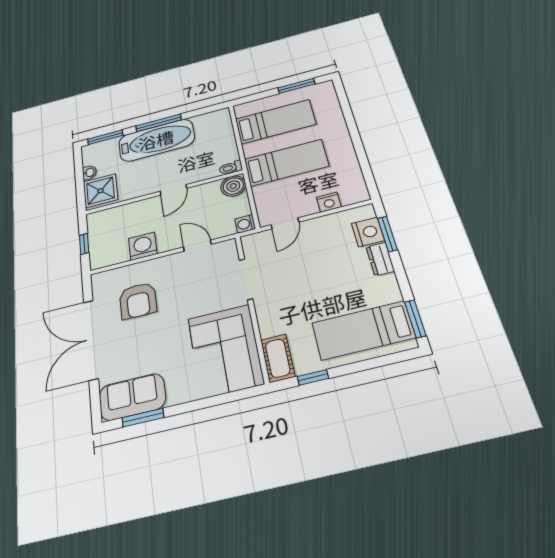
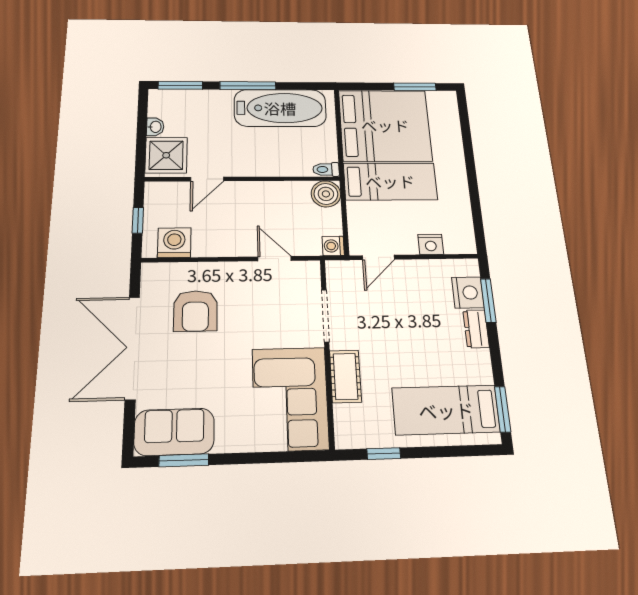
bed: (275, 122) -> (385, 125), width x2.04
bathtub: (156, 140) -> (280, 108), moved
door: (173, 190) -> (207, 179), moved
washing machine: (143, 246) -> (174, 243), moved
cot: (278, 358) -> (345, 376), moved

